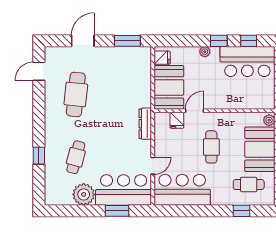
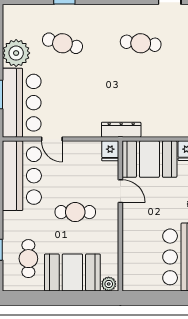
cafe table: (76, 94) -> (141, 43), width x0.73, depth x0.74
fridge: (177, 120) -> (110, 151), moved, turned -90
dresser: (145, 124) -> (121, 130), moved

